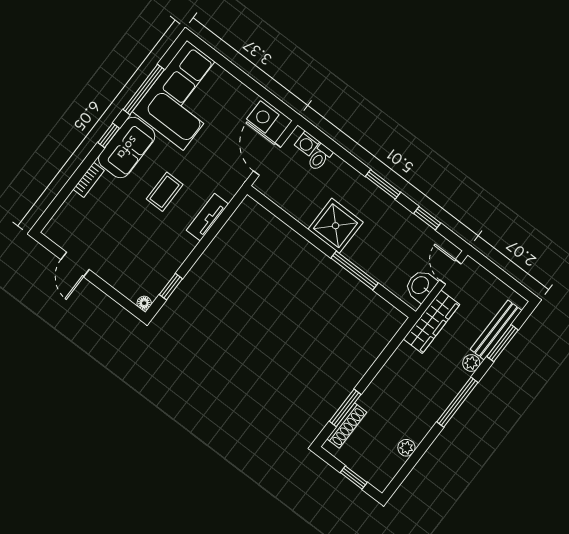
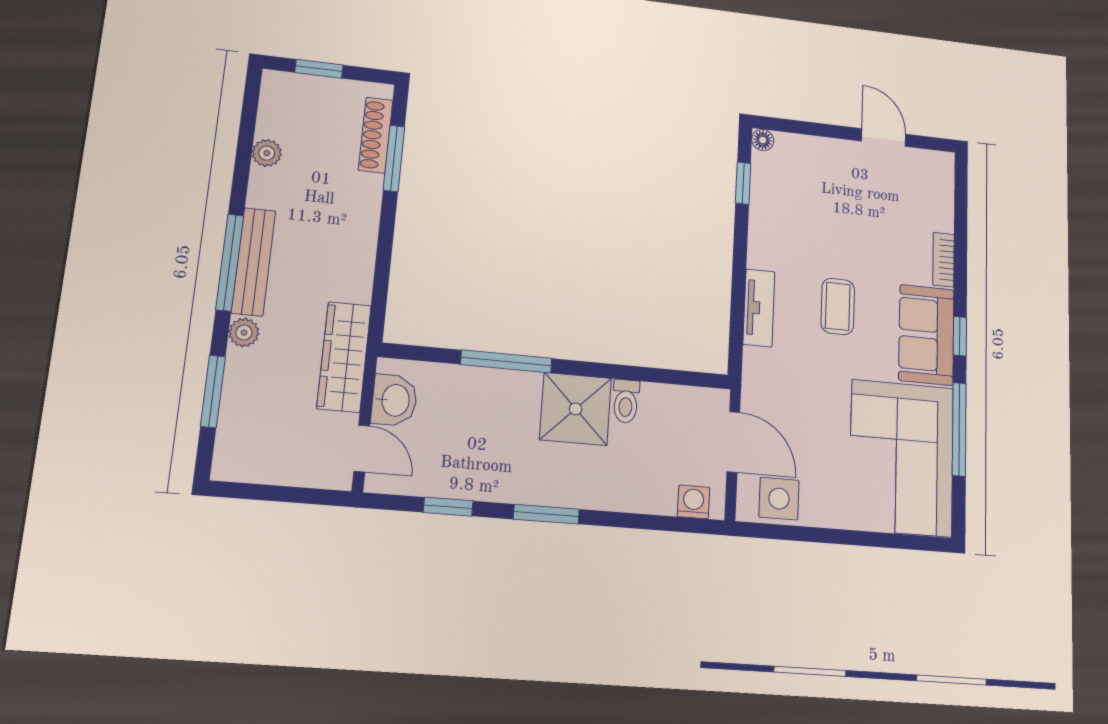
toilet: (320, 157) -> (626, 401), moved, turned 180
bench: (496, 330) -> (254, 262), moved

